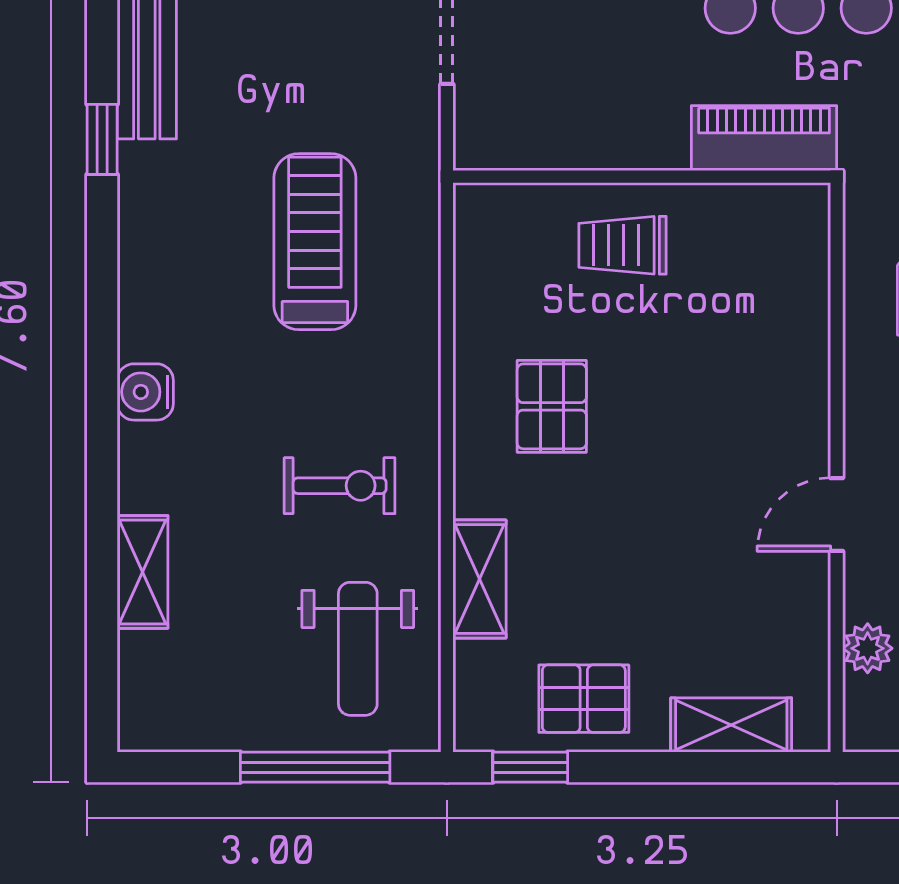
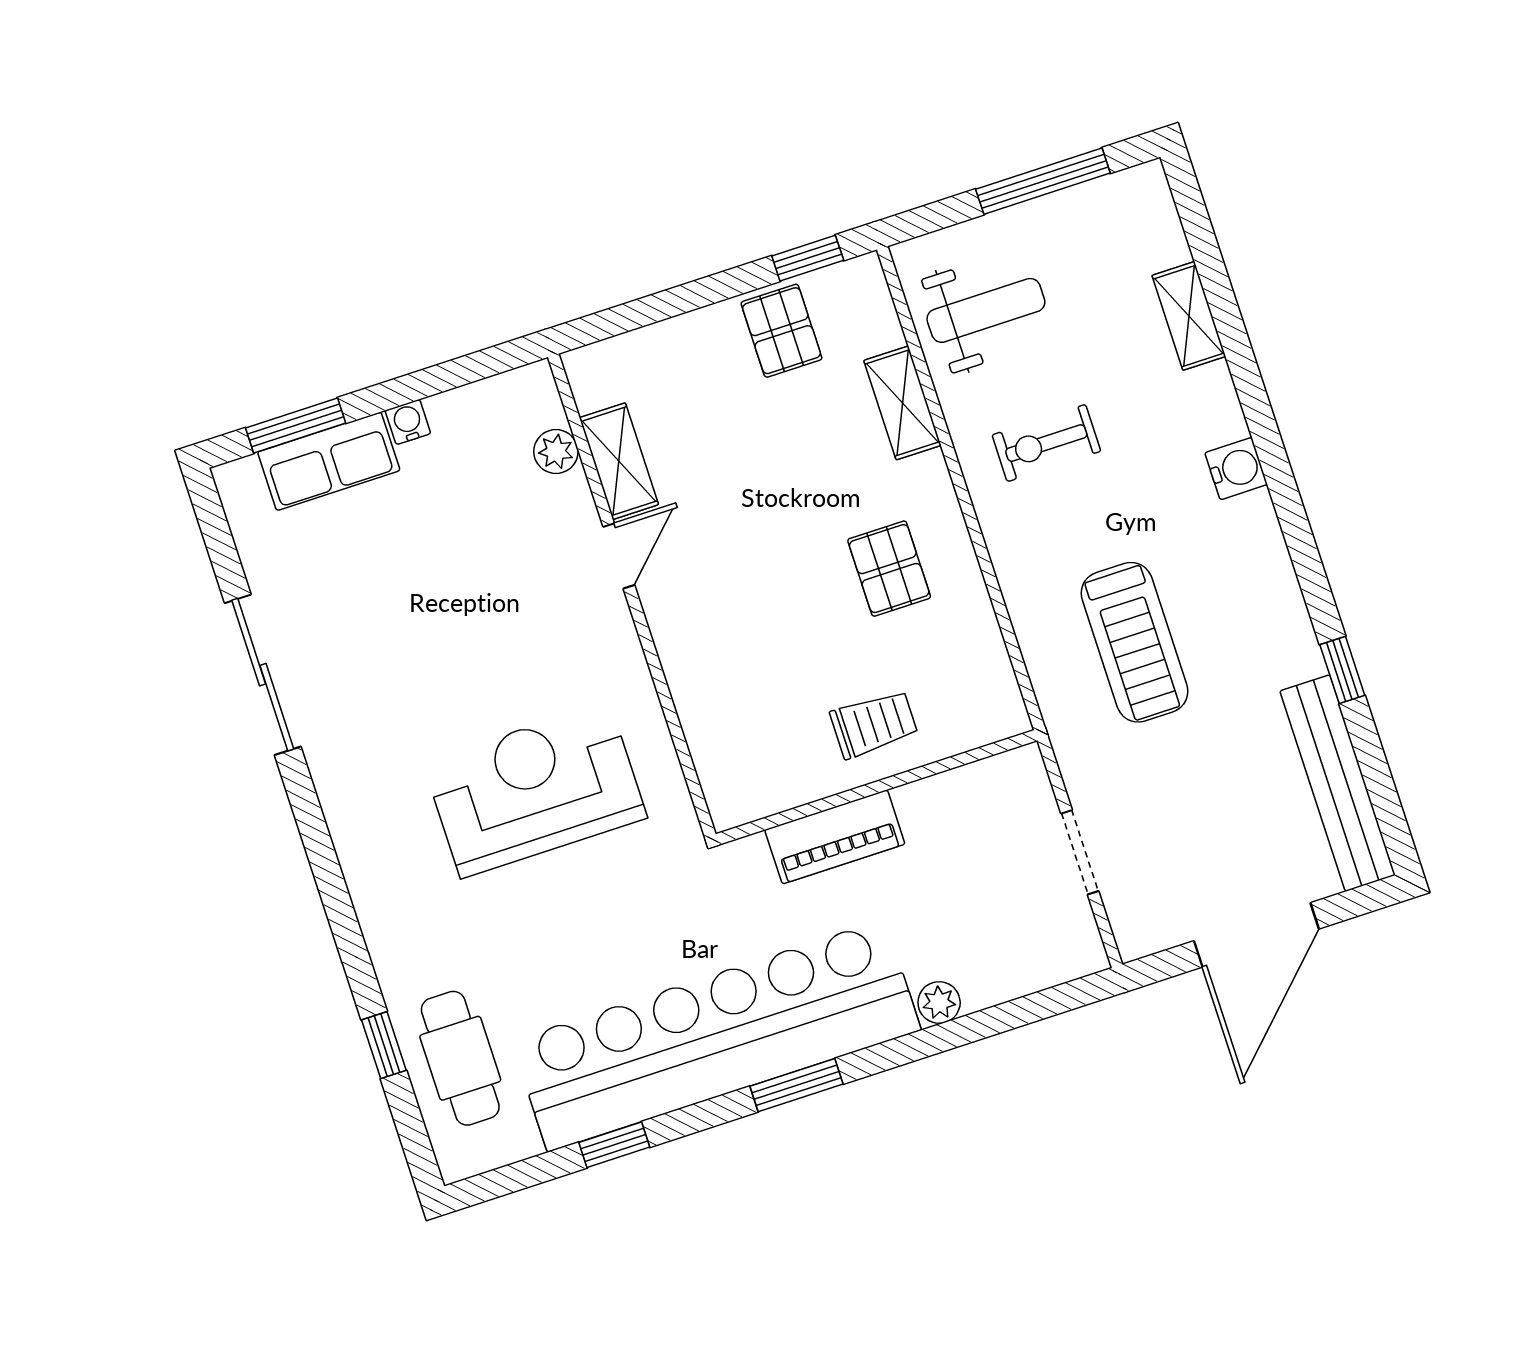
piano: (764, 138) -> (835, 837), moved
weight bench: (358, 649) -> (986, 310), turned 90
pallet: (584, 699) -> (781, 331), turned 90
shelving: (731, 725) -> (619, 461), moved, turned 90
window: (315, 767) -> (1043, 181), moved

